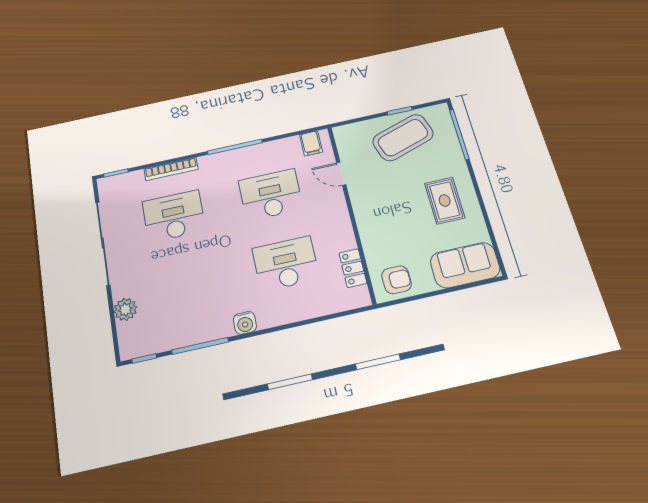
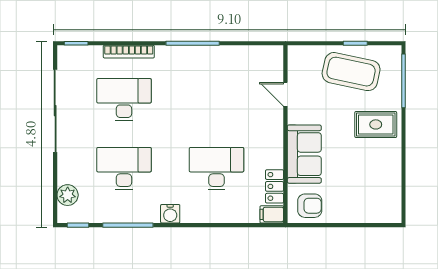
coffee table: (403, 138) -> (351, 72), turned 30
filing cabinet: (311, 143) -> (272, 214), moved, turned 90
desk: (271, 195) -> (124, 169), moved
rug: (445, 201) -> (376, 124), moved, turned 90
sofa: (465, 265) -> (304, 154), moved, turned 90
plant: (125, 309) -> (68, 195), moved

